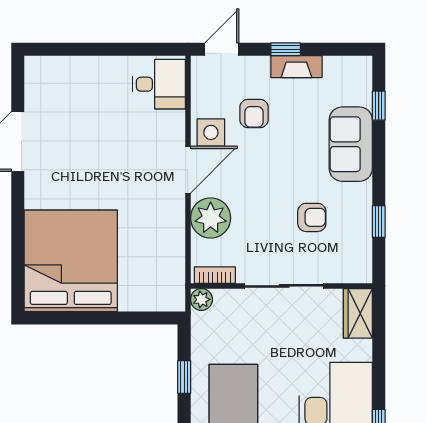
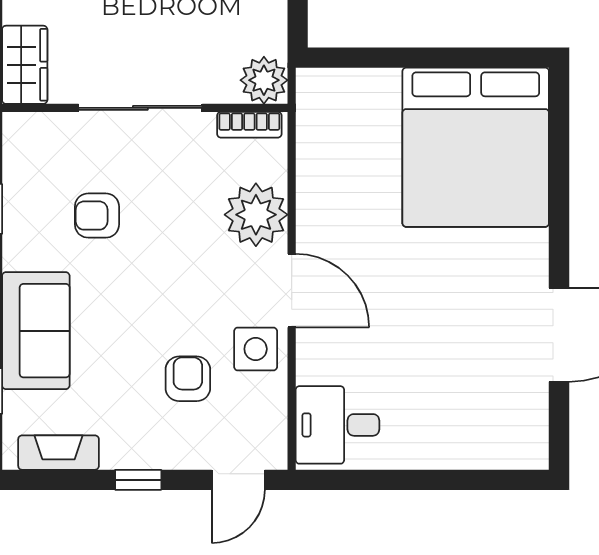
fireplace: (296, 67) -> (59, 453), moved
door: (188, 170) -> (292, 291), swing flipped
plant: (201, 299) -> (264, 80), width x1.38, depth x1.38

